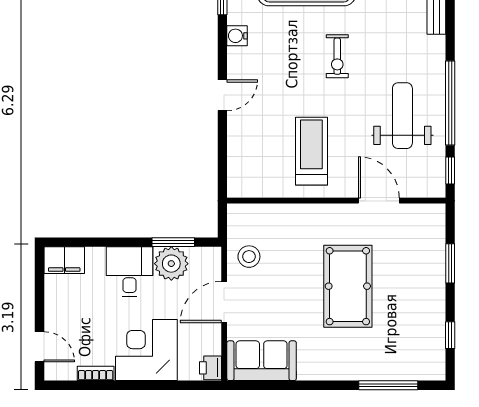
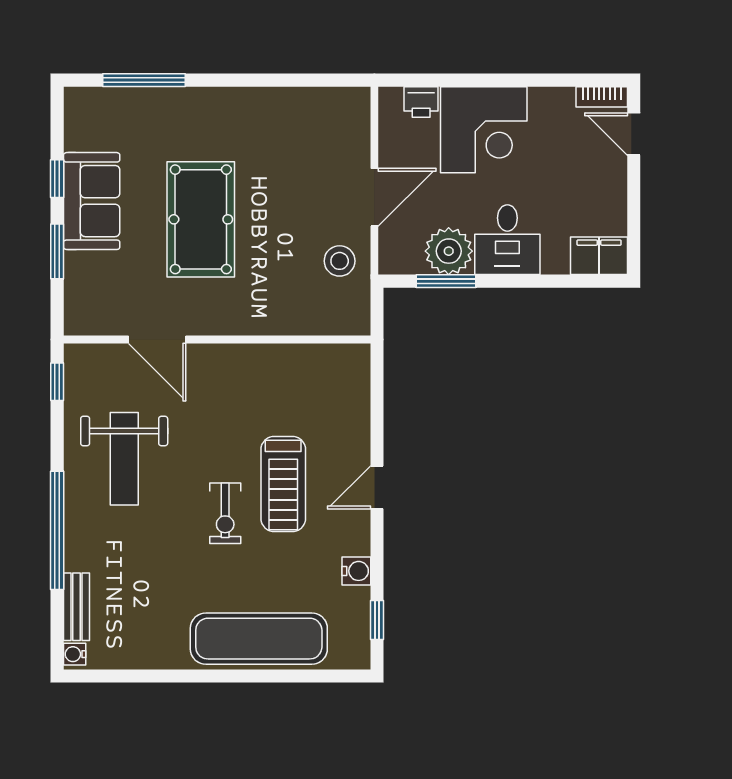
exercise bike: (337, 56) -> (225, 513), moved, turned 180
window: (450, 103) -> (57, 530), moved
treadmill: (311, 151) -> (283, 484), moved
window: (450, 335) -> (57, 179), moved
sofa: (262, 361) -> (92, 201), moved, turned -90
printer: (211, 368) -> (421, 102), moved, turned 90
bookcase: (96, 373) -> (602, 97), moved

